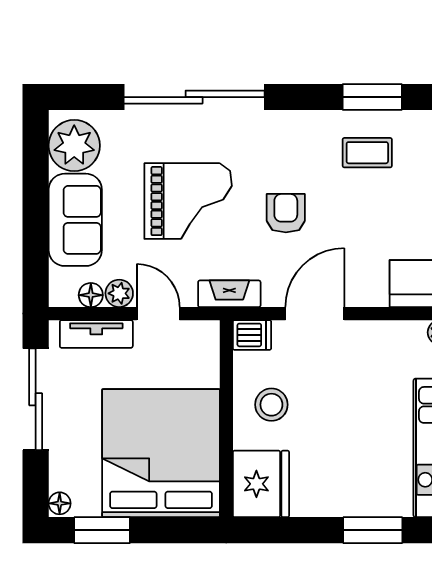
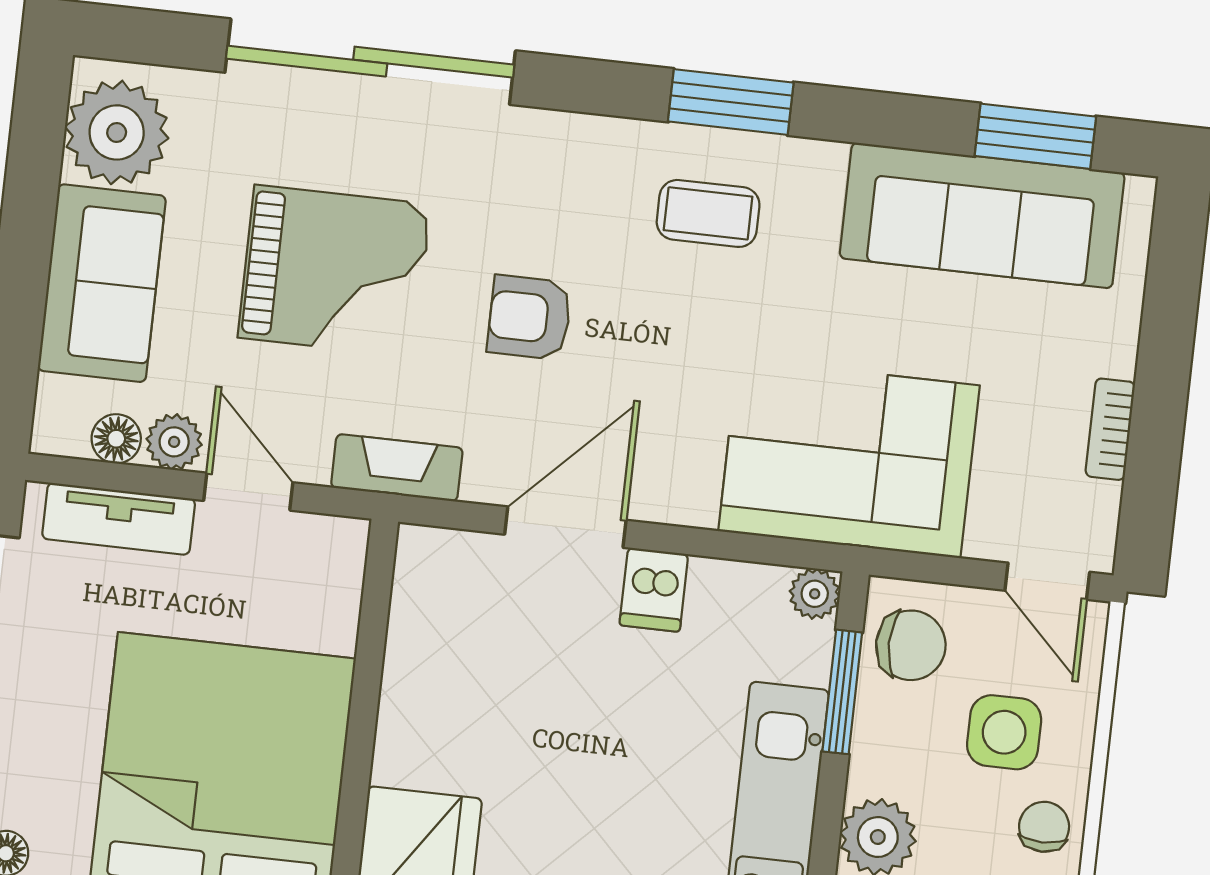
armchair: (286, 213) -> (529, 317), turned -90
dishwasher: (252, 335) -> (654, 590), moved, turned 90
stool: (271, 405) -> (457, 702), removed

